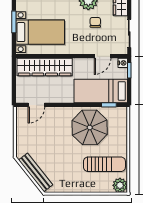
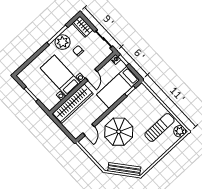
bed with nightstands: (40, 32) -> (60, 76), moved, turned -90
door: (103, 56) -> (91, 75), moved
parasol: (90, 127) -> (119, 132), moved

